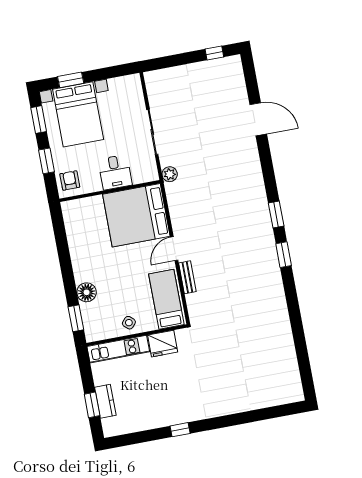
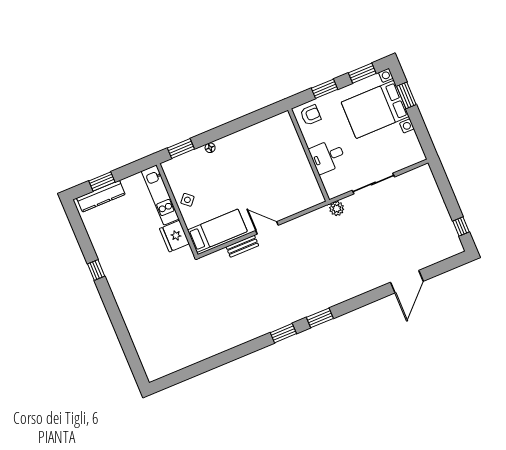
bed: (136, 215) -> (291, 185), removed
floor lamp: (87, 292) -> (210, 148), width x0.53, depth x0.53
kitchen counter: (105, 401) -> (101, 196), width x1.50

